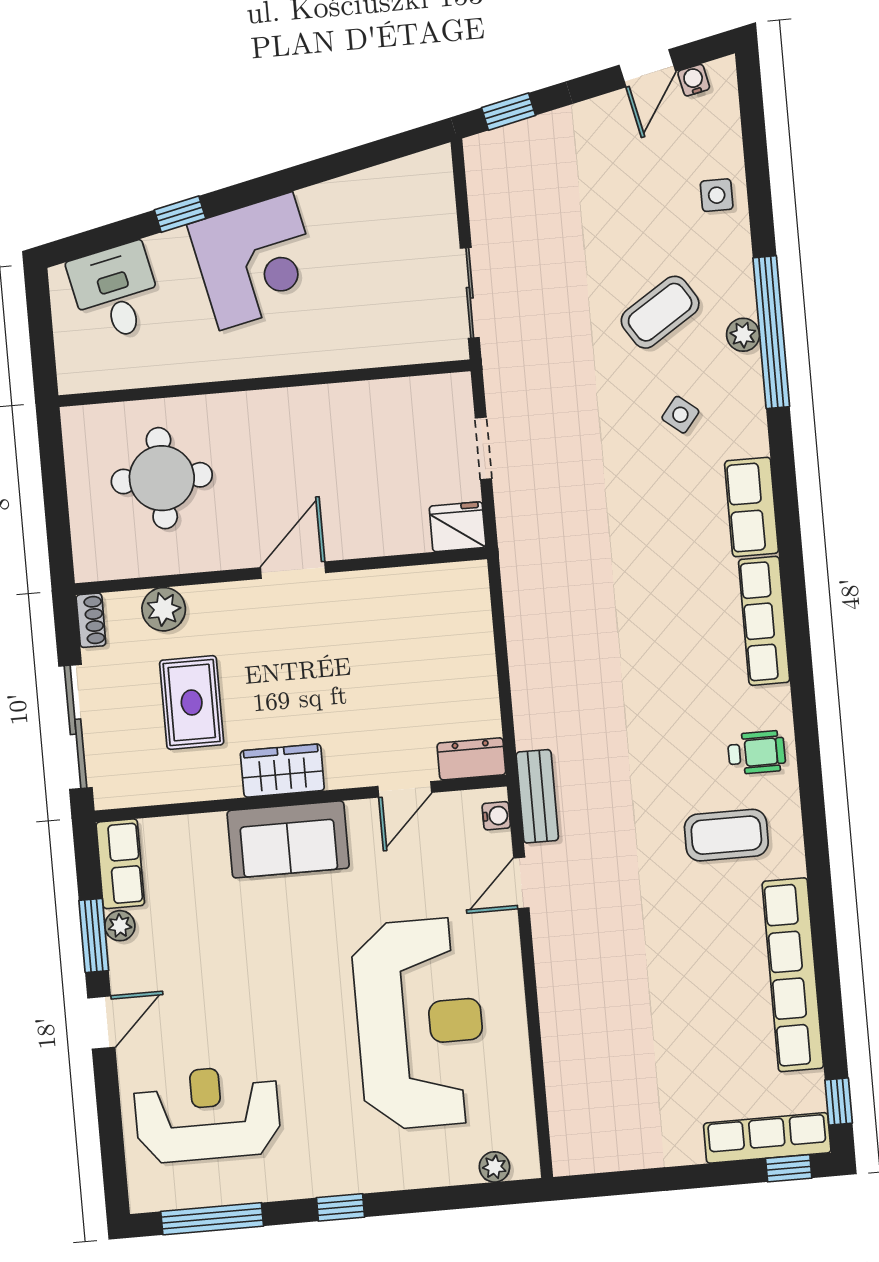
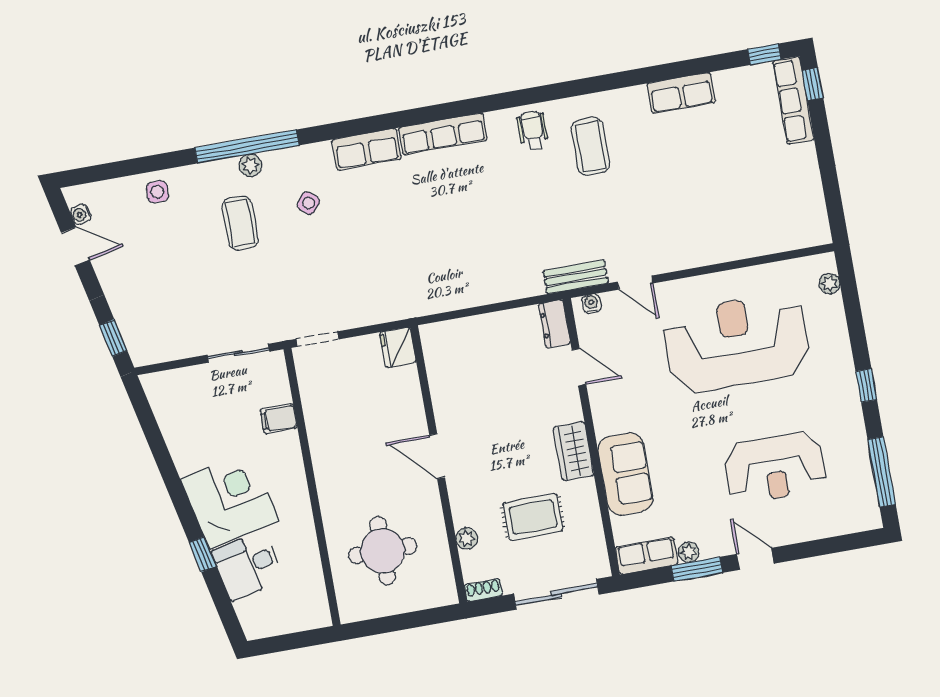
desk: (116, 292) -> (248, 565), moved
coffee table: (660, 312) -> (240, 223), turned 33
filing cabinet: (369, 343) -> (279, 419), added
doorway: (483, 448) -> (317, 339), moved
plant: (164, 609) -> (467, 538), width x0.73, depth x0.73
sofa: (288, 839) -> (625, 474), moved
row of seats: (793, 975) -> (681, 93), width x0.50
reception desk: (207, 1114) -> (775, 467), moved, turned -90

